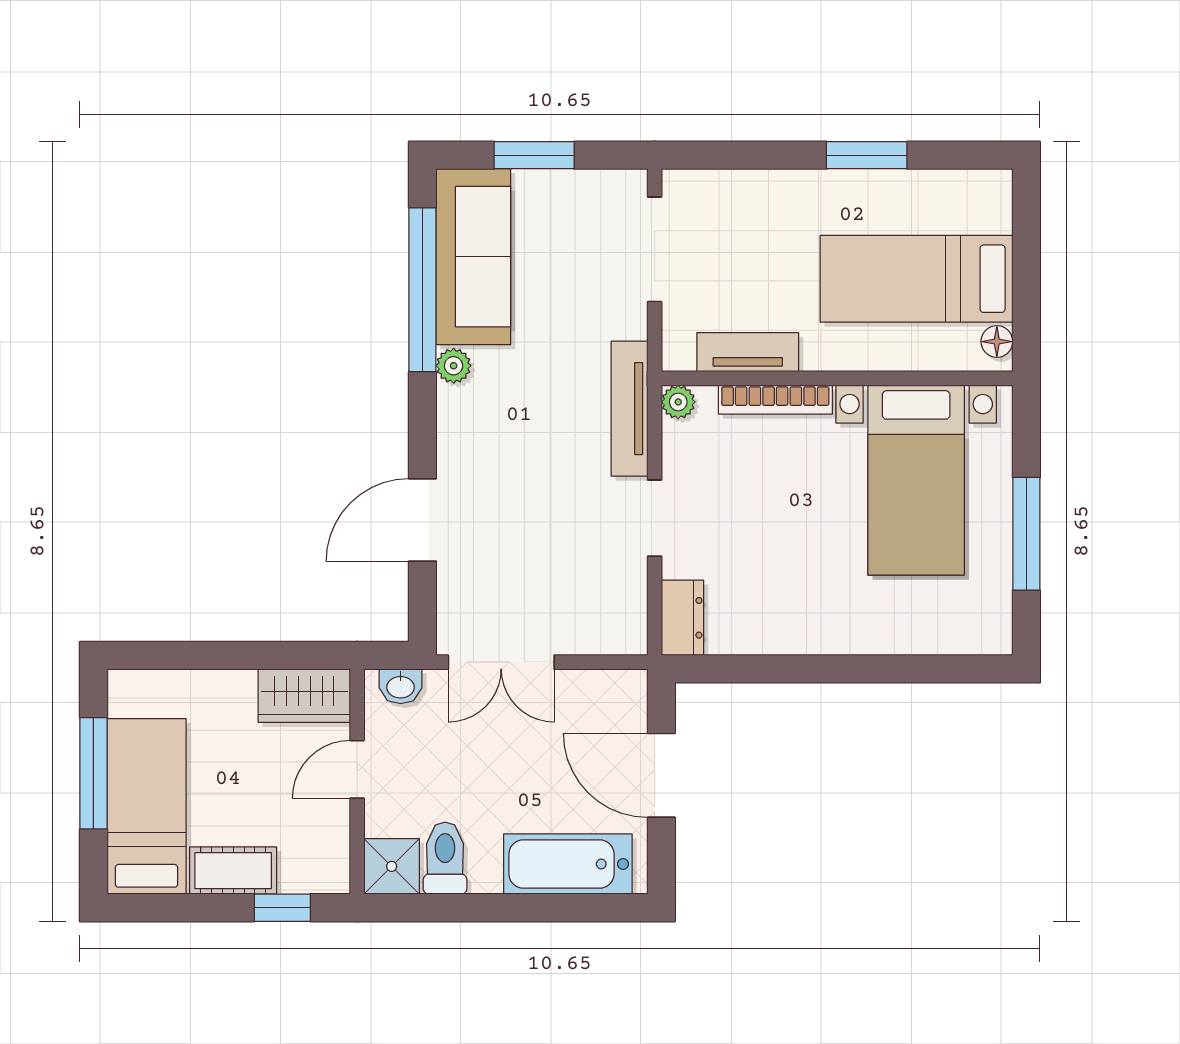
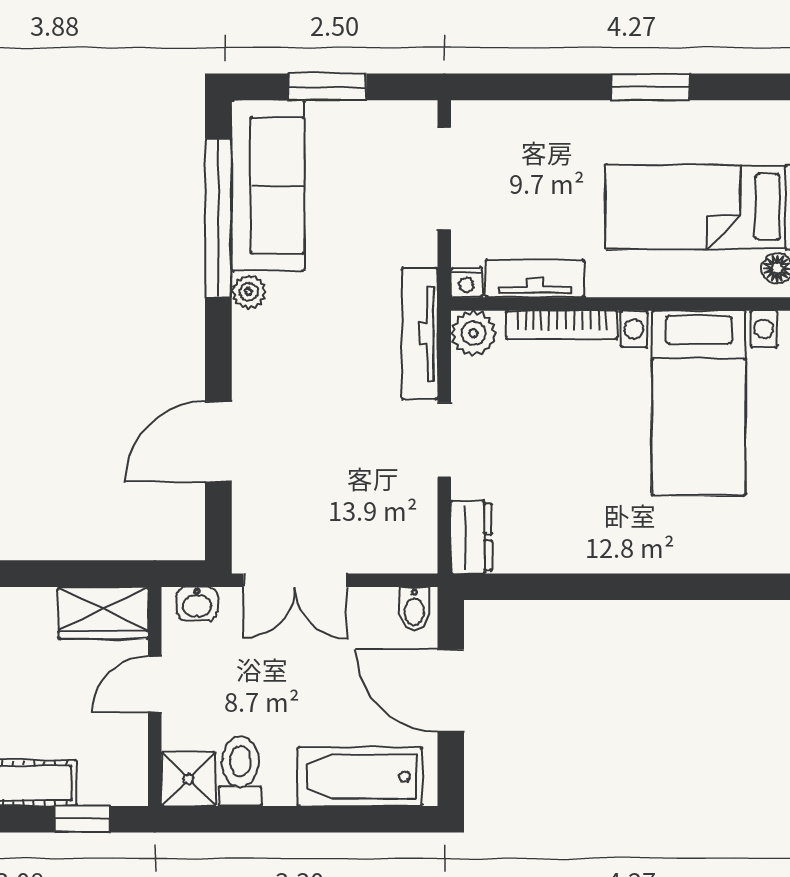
nightstand: (677, 356) -> (466, 283), added
plant: (678, 402) -> (473, 333), width x1.38, depth x1.38
bidet: (624, 691) -> (414, 609), added

